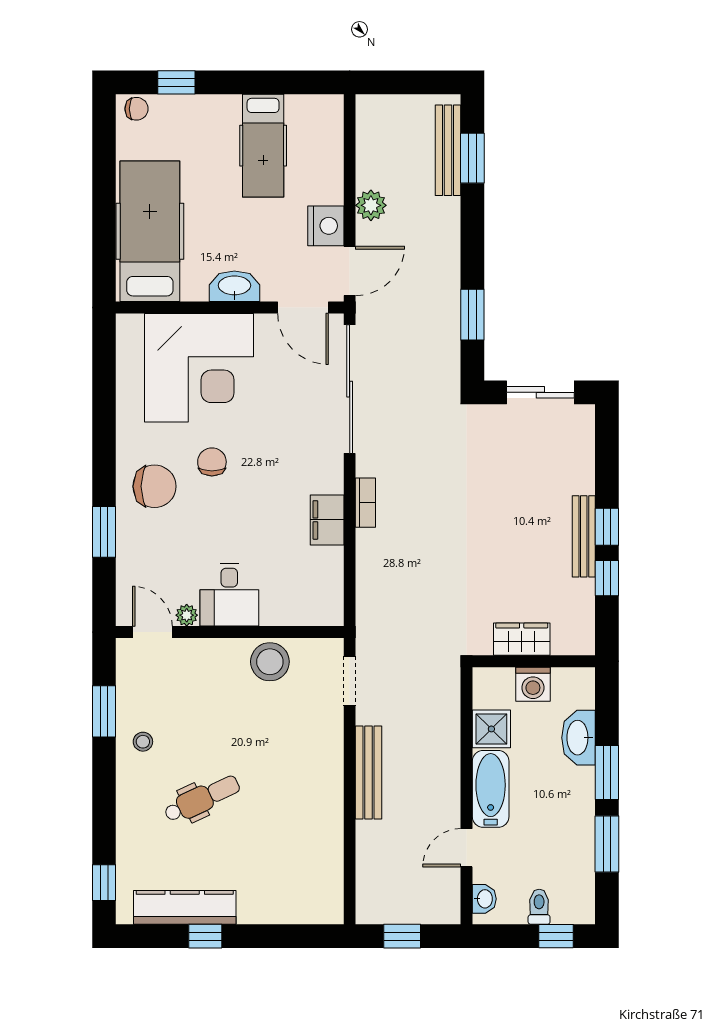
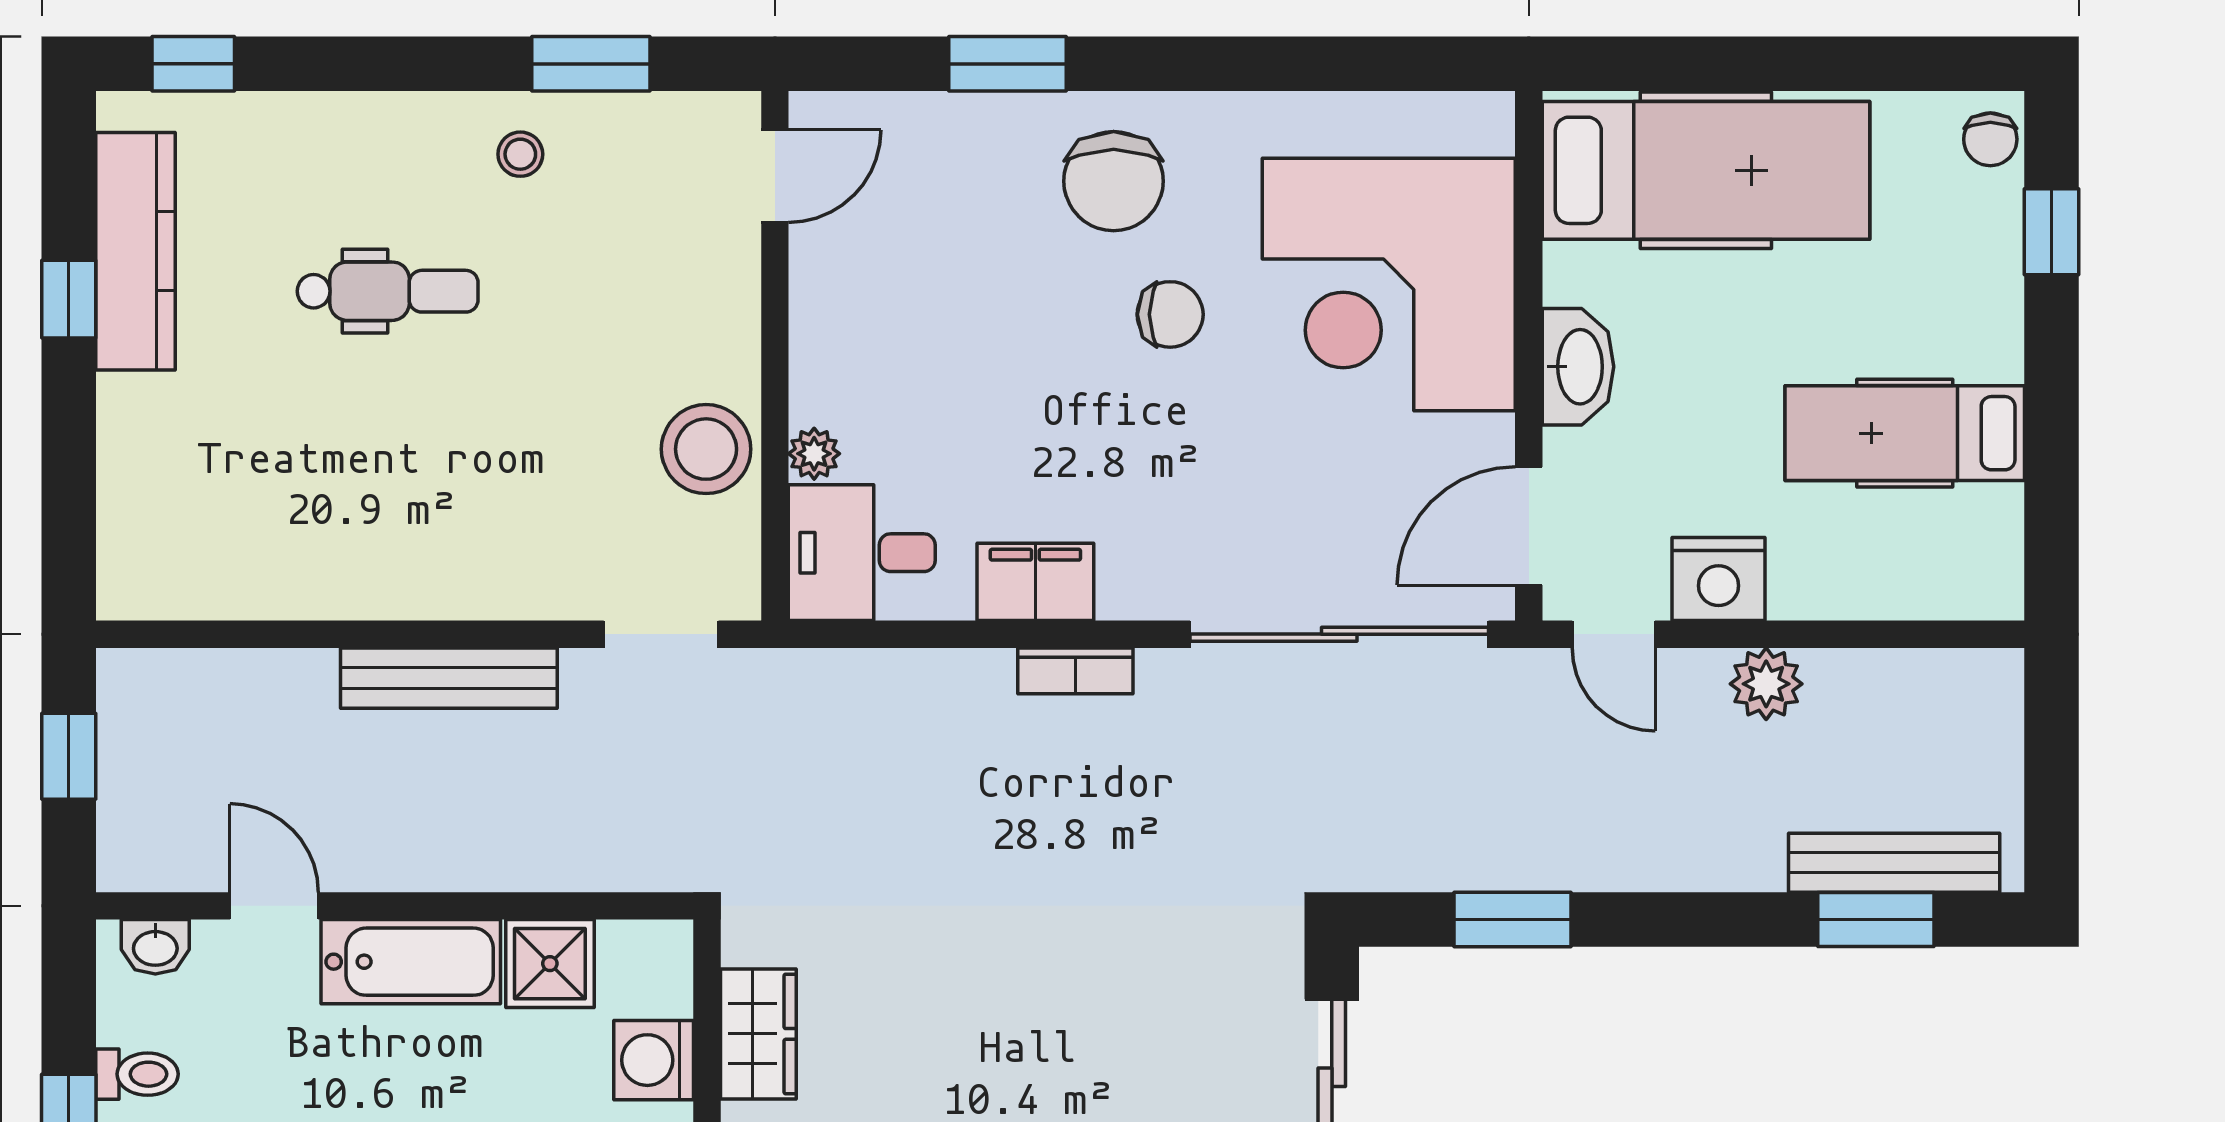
door: (350, 271) -> (1614, 634), width x0.73
desk: (229, 595) -> (862, 553), moved
plant: (187, 615) -> (814, 454), moved
dental chair: (202, 799) -> (388, 291), turned -65

